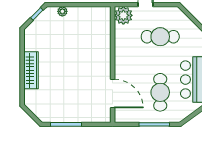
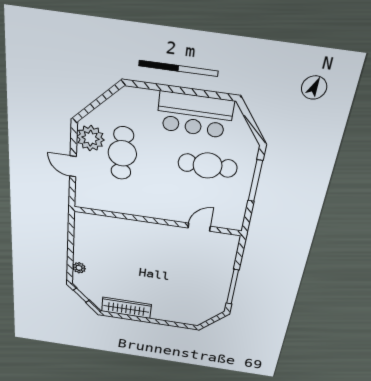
plant: (123, 15) -> (90, 138), moved
wardrobe: (31, 70) -> (126, 308), moved
door: (113, 93) -> (199, 227), width x0.53

